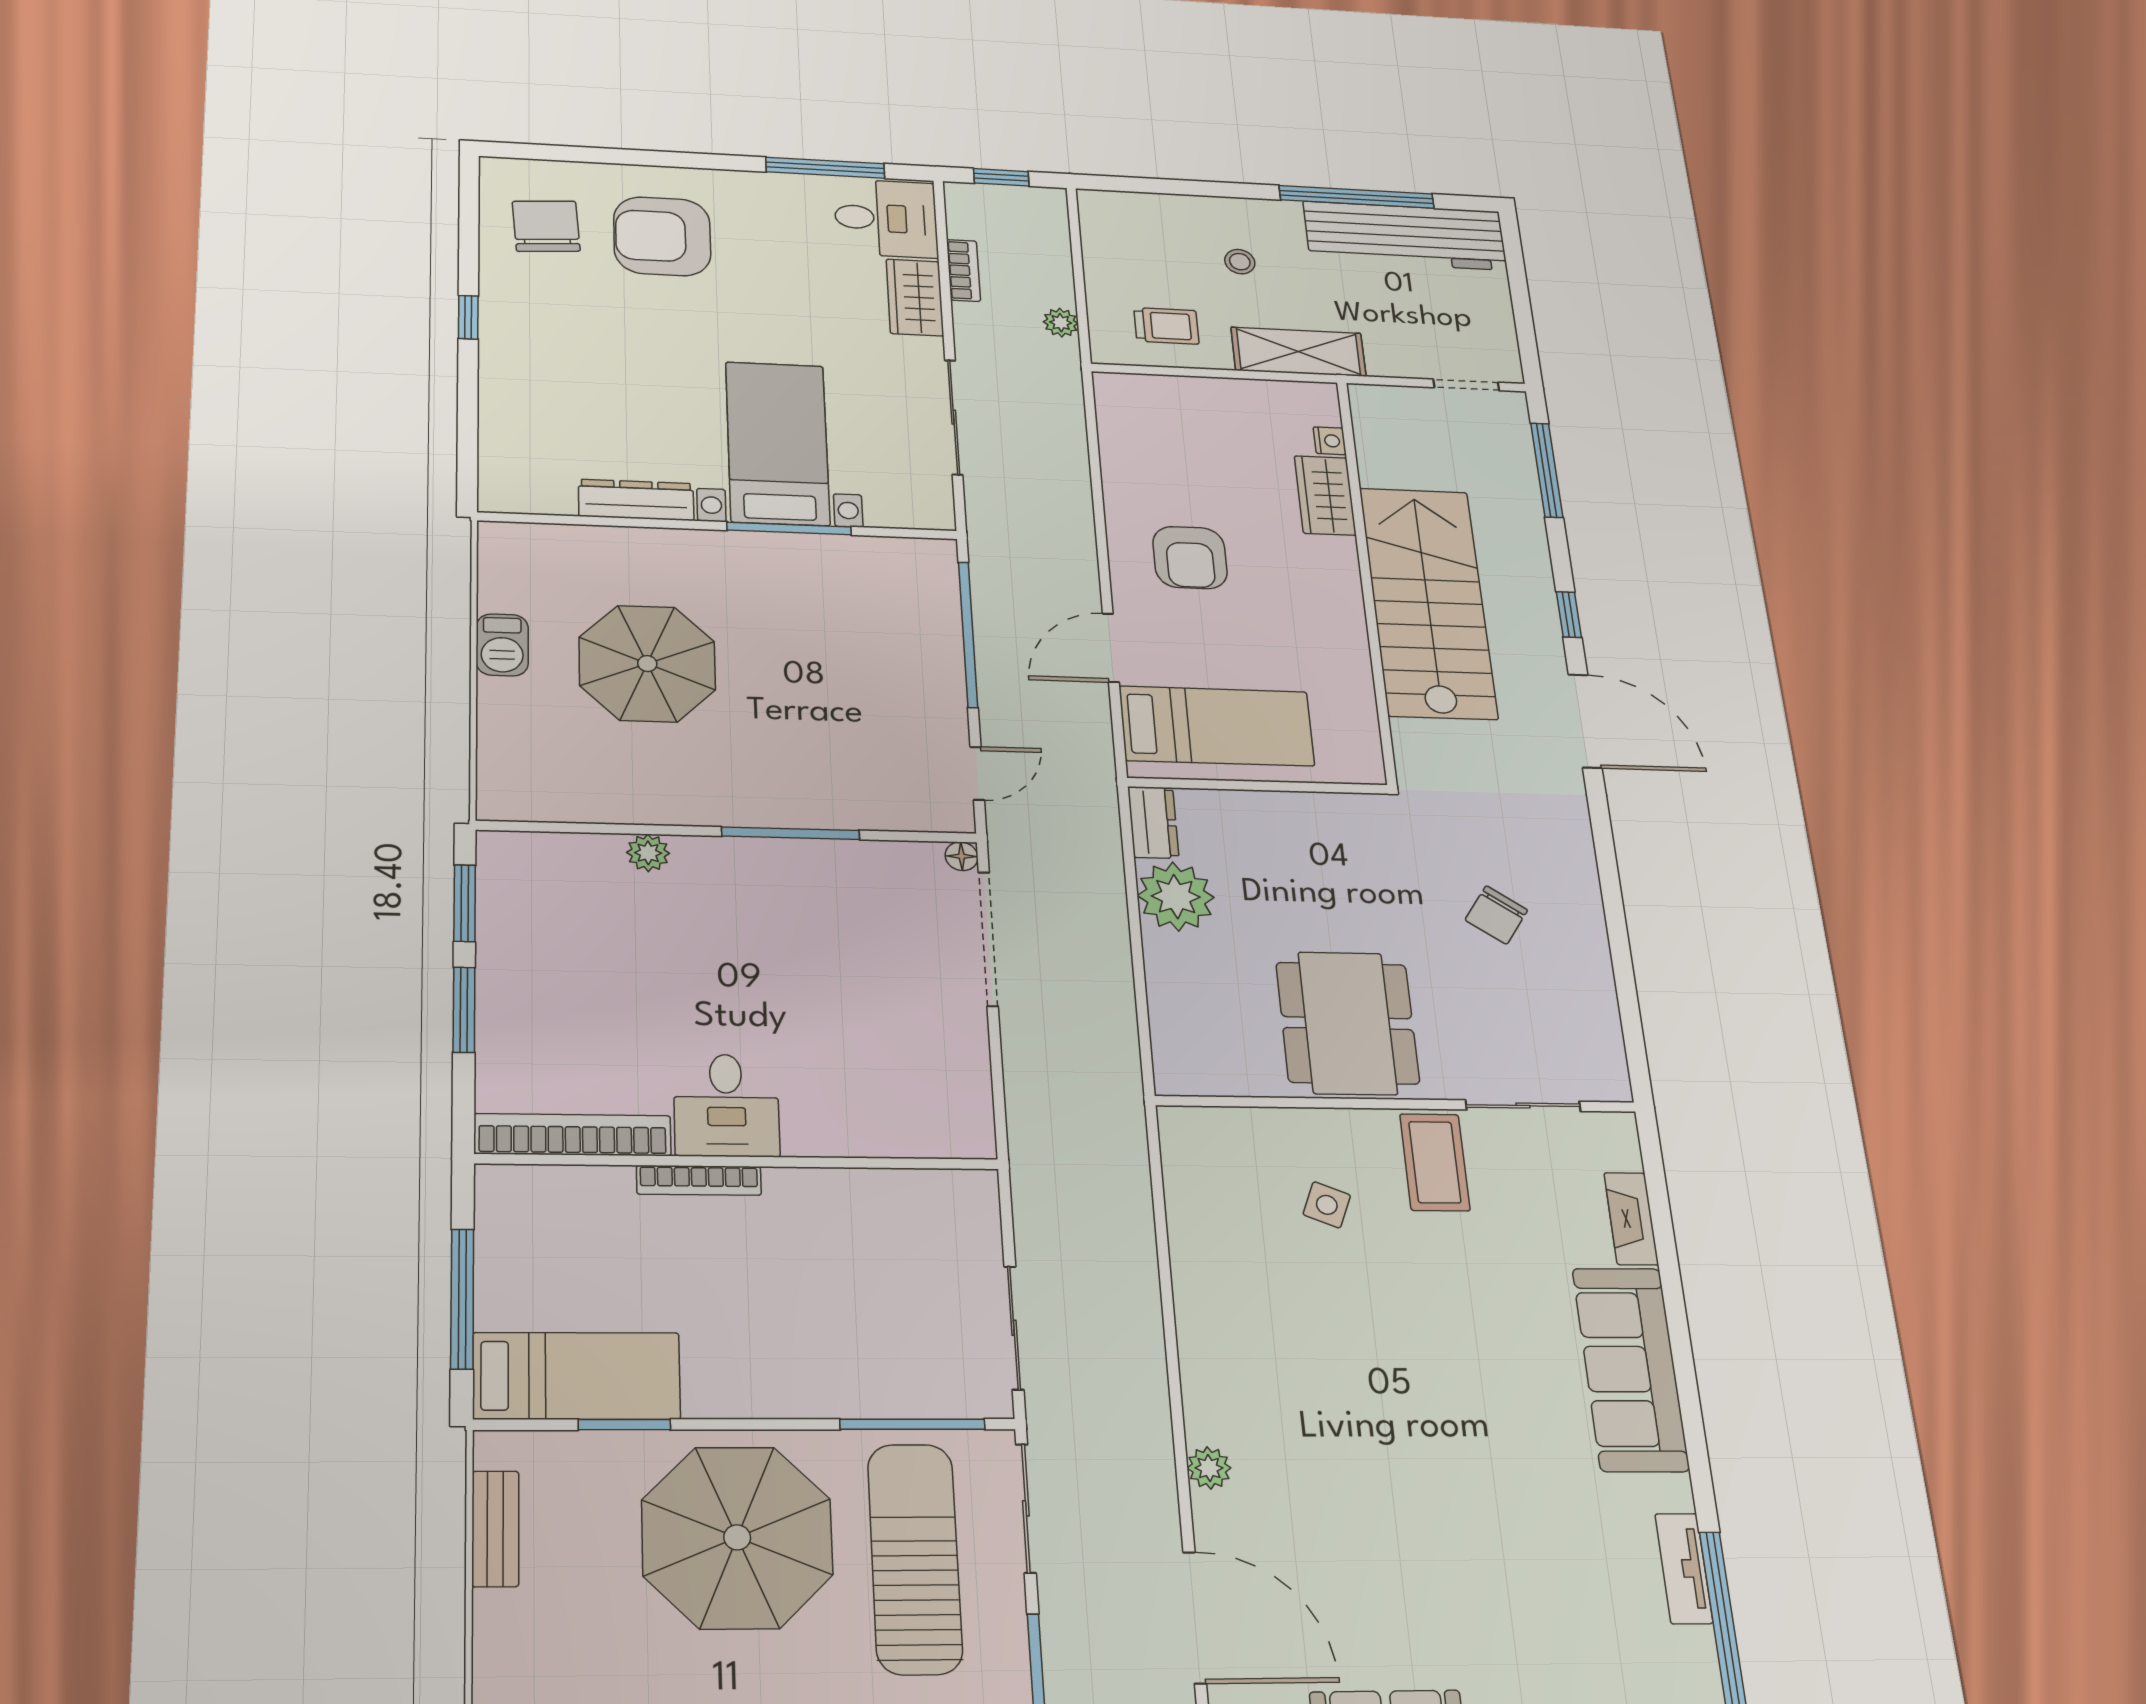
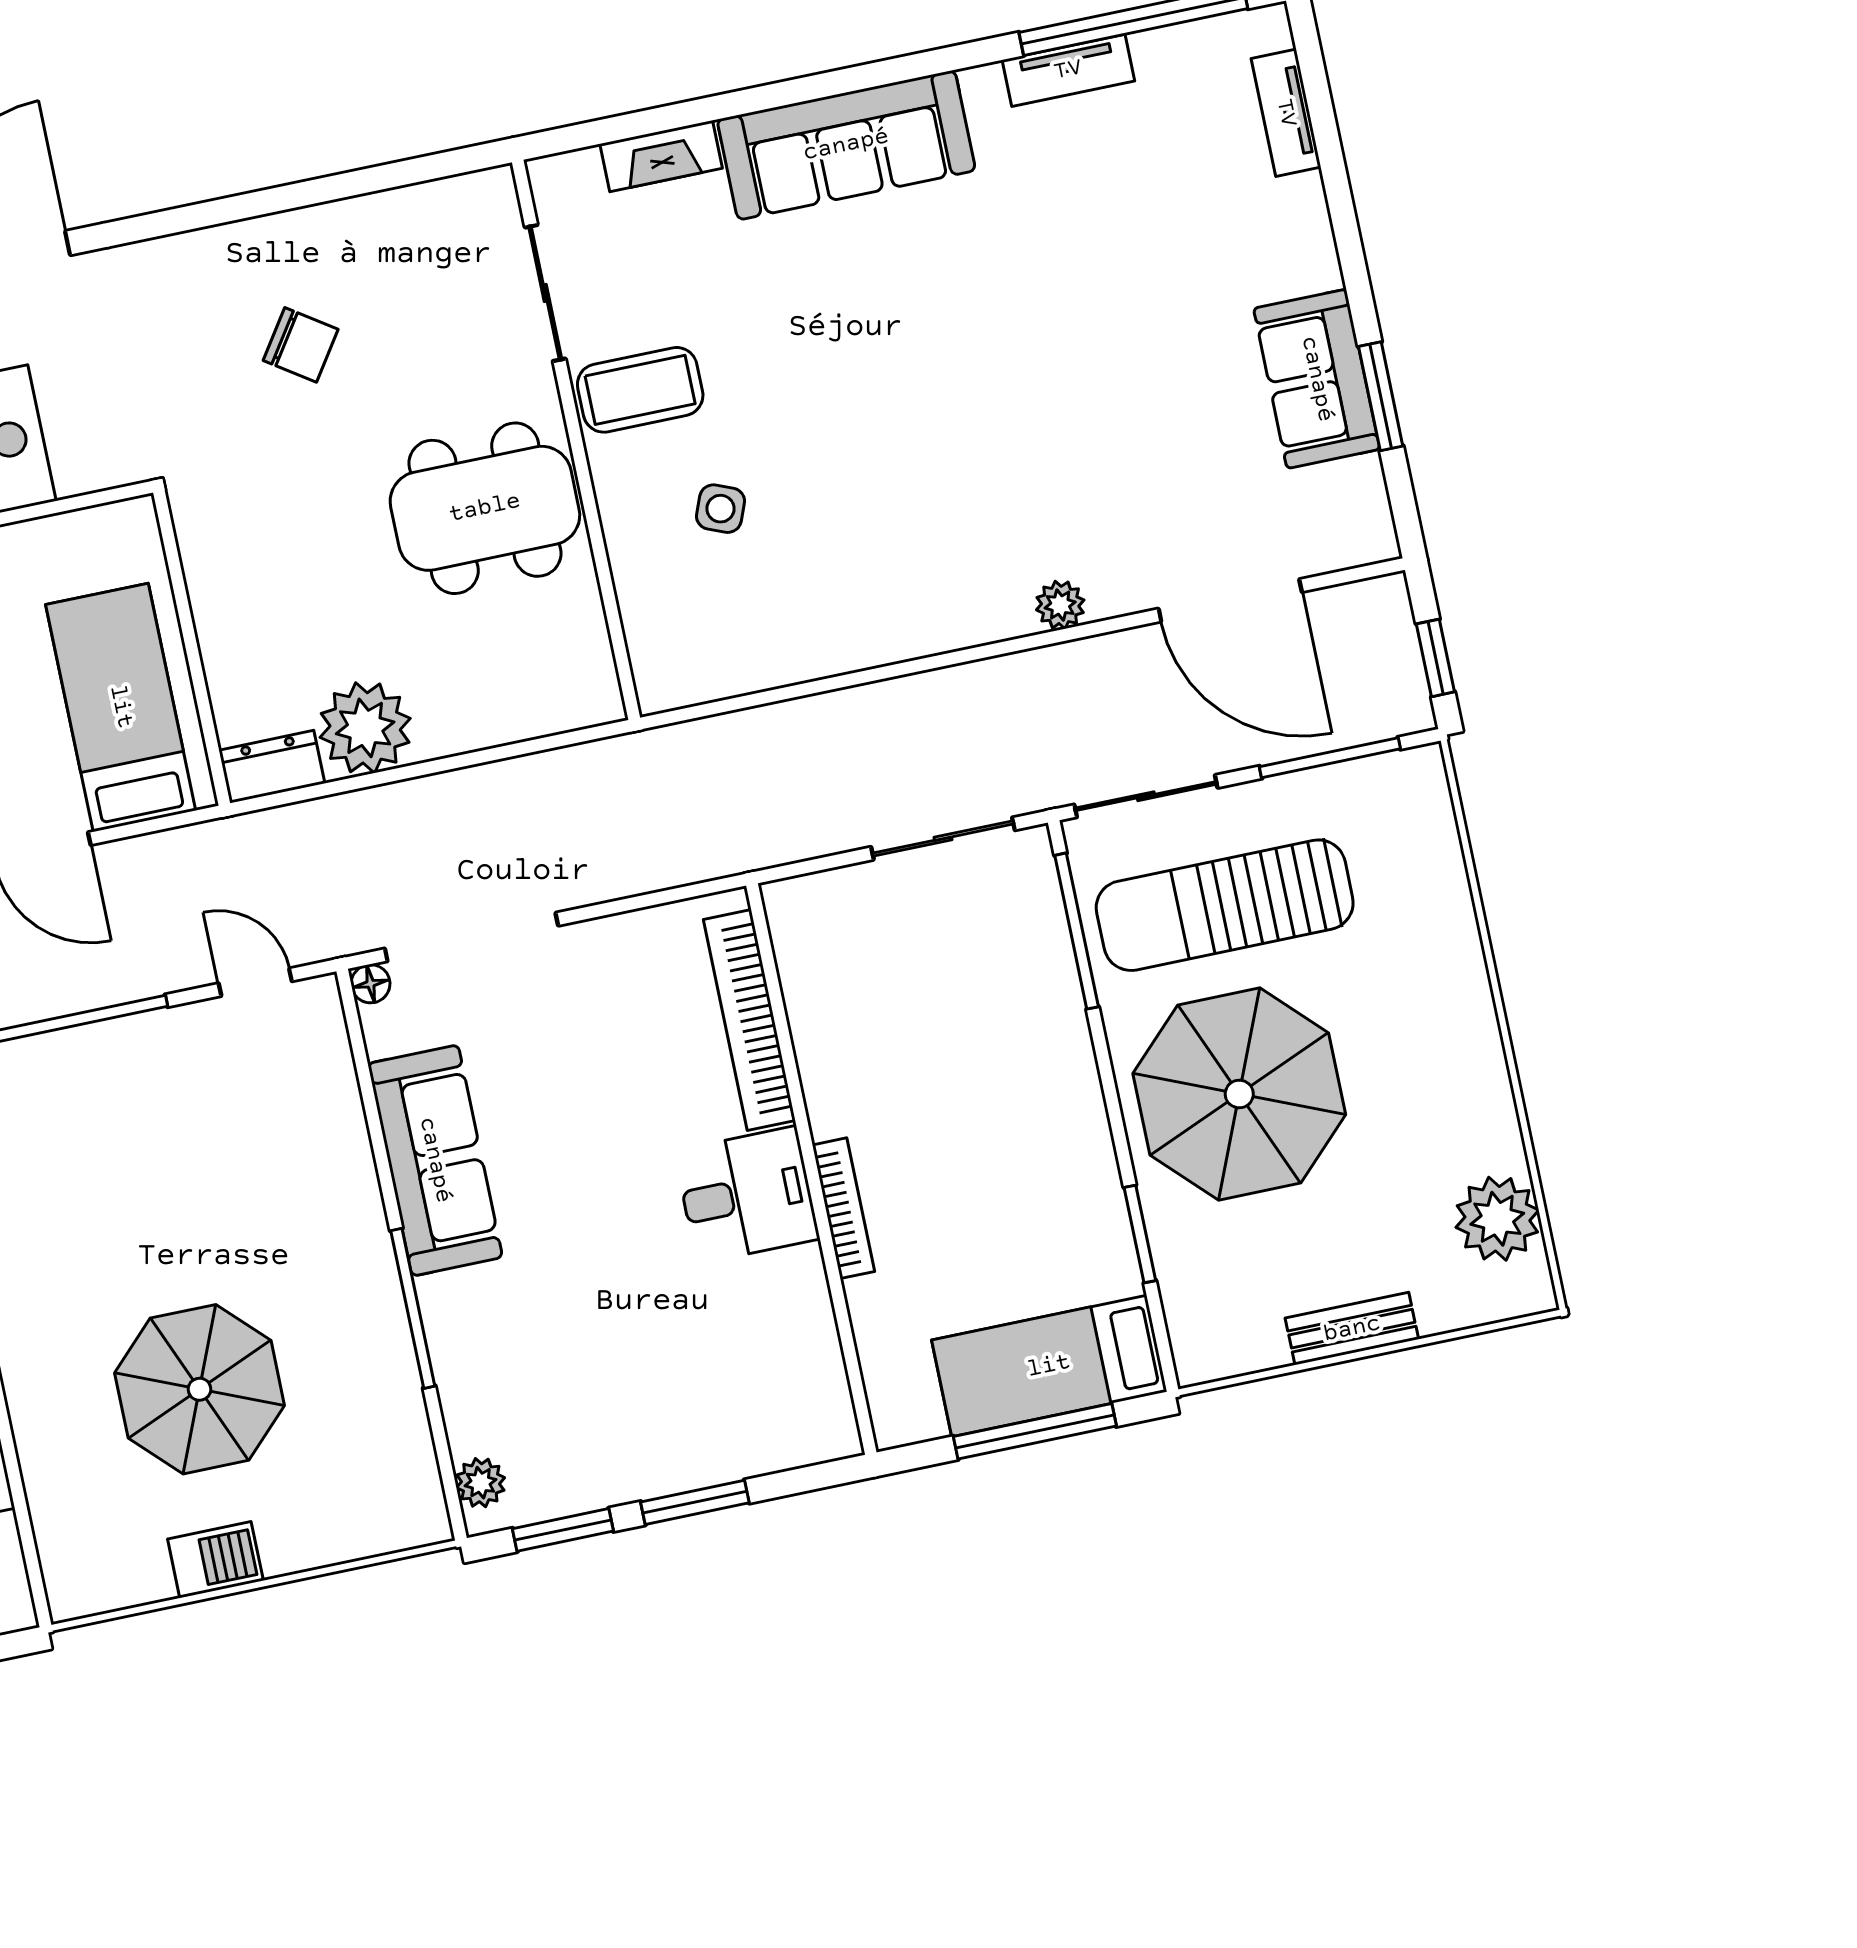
window: (791, 833) -> (413, 1308), moved
plant: (648, 853) -> (480, 1483), moved
sofa: (804, 873) -> (435, 1160), added
bookcase: (573, 1135) -> (749, 1020), moved
bed: (577, 1376) -> (1049, 1366), moved, turned -90
bench: (495, 1529) -> (1352, 1329), moved
door: (1195, 1618) -> (1230, 600), swing flipped

